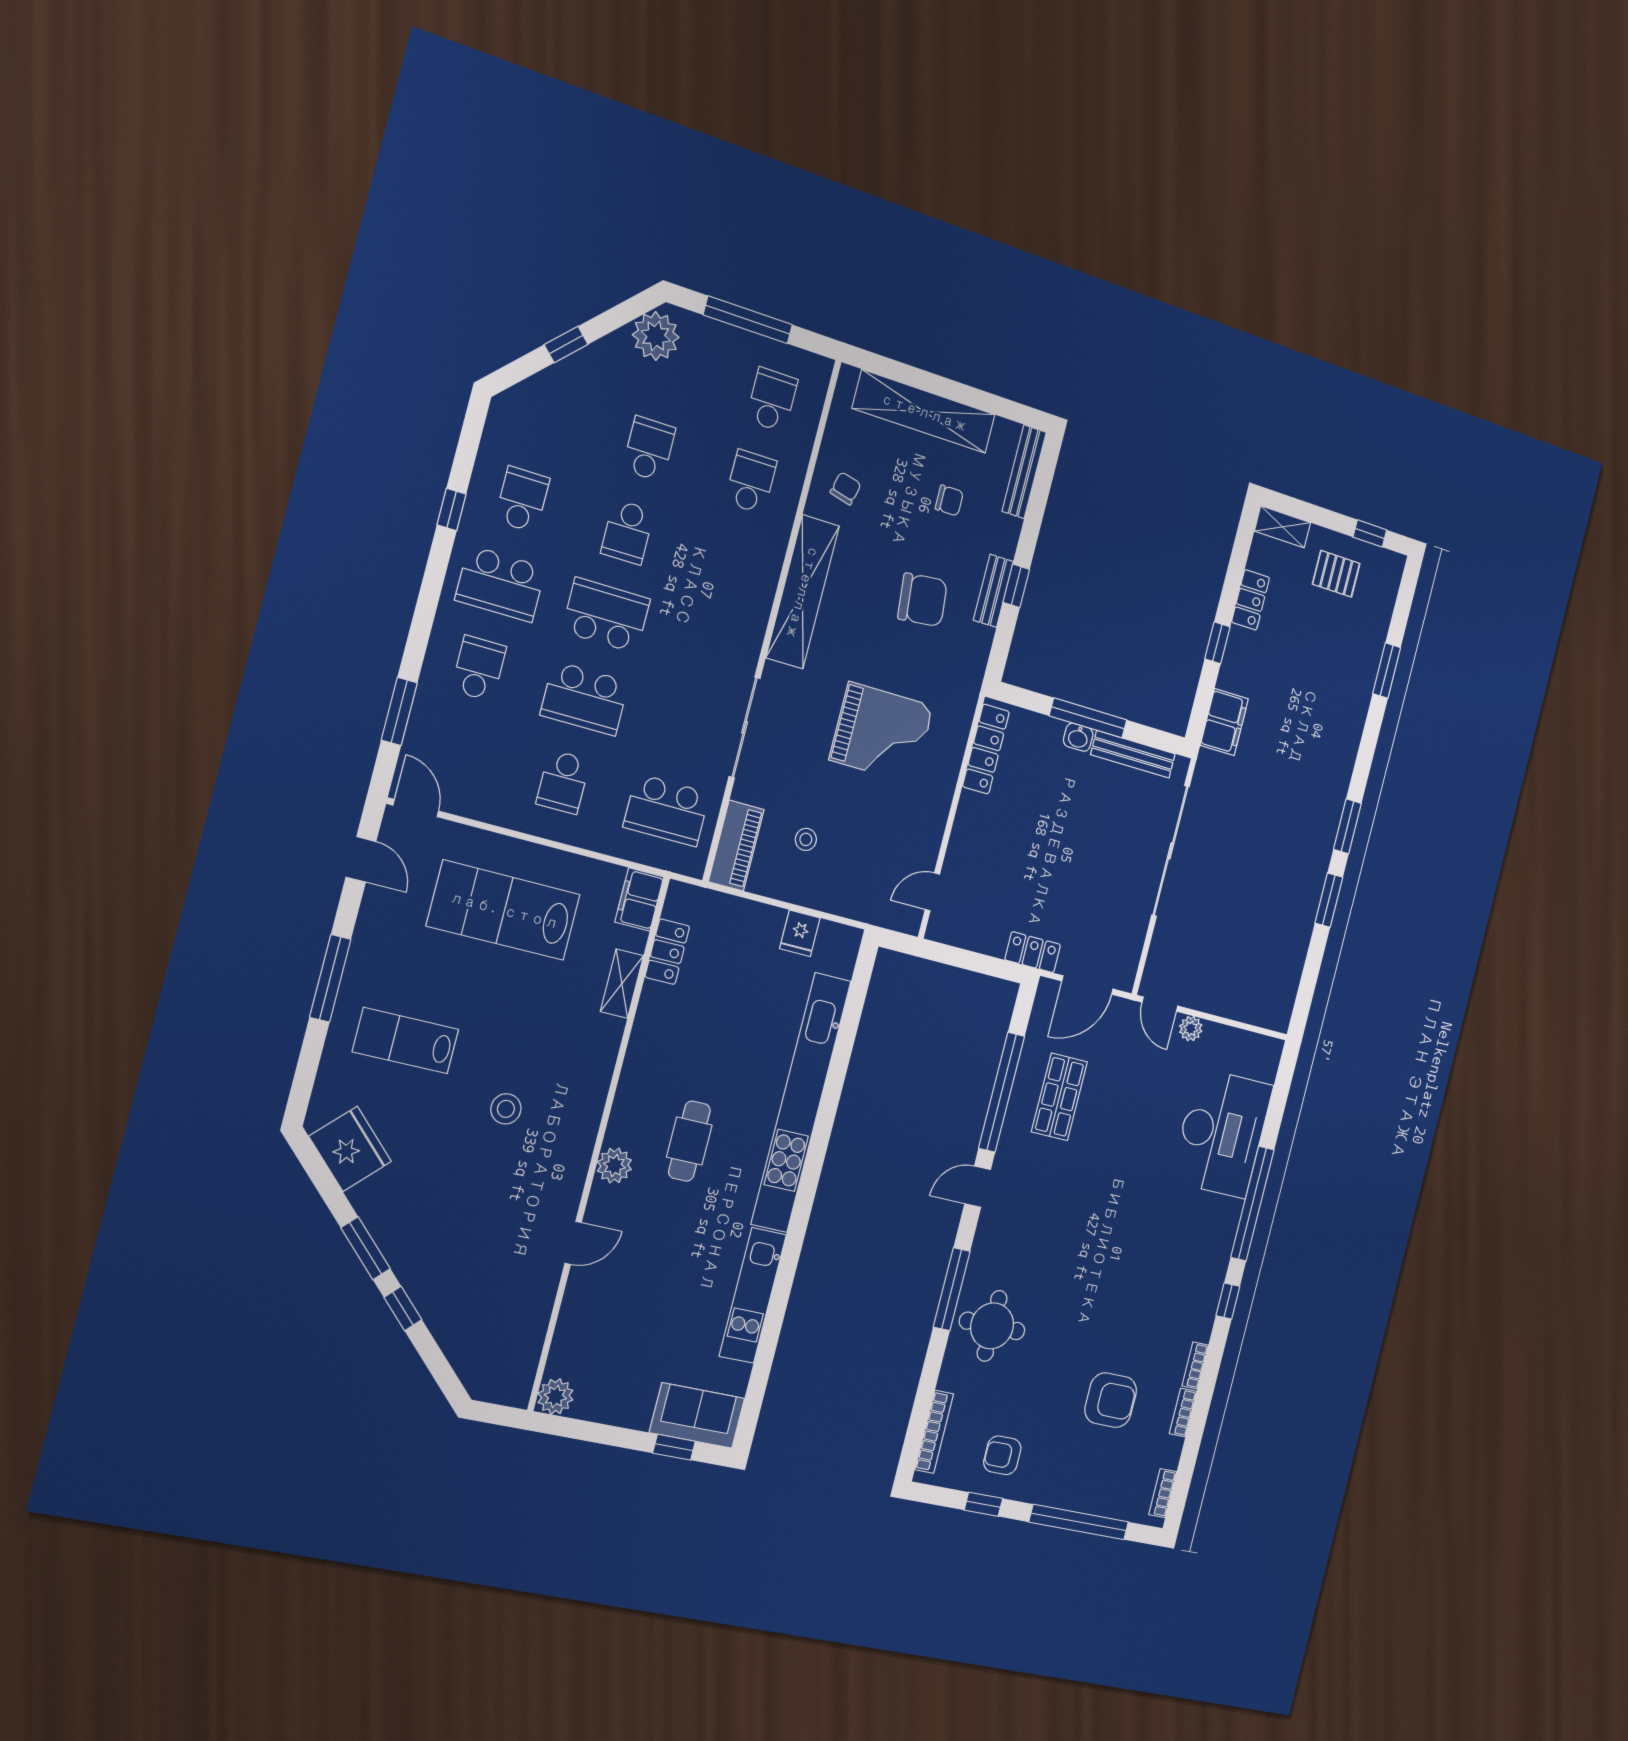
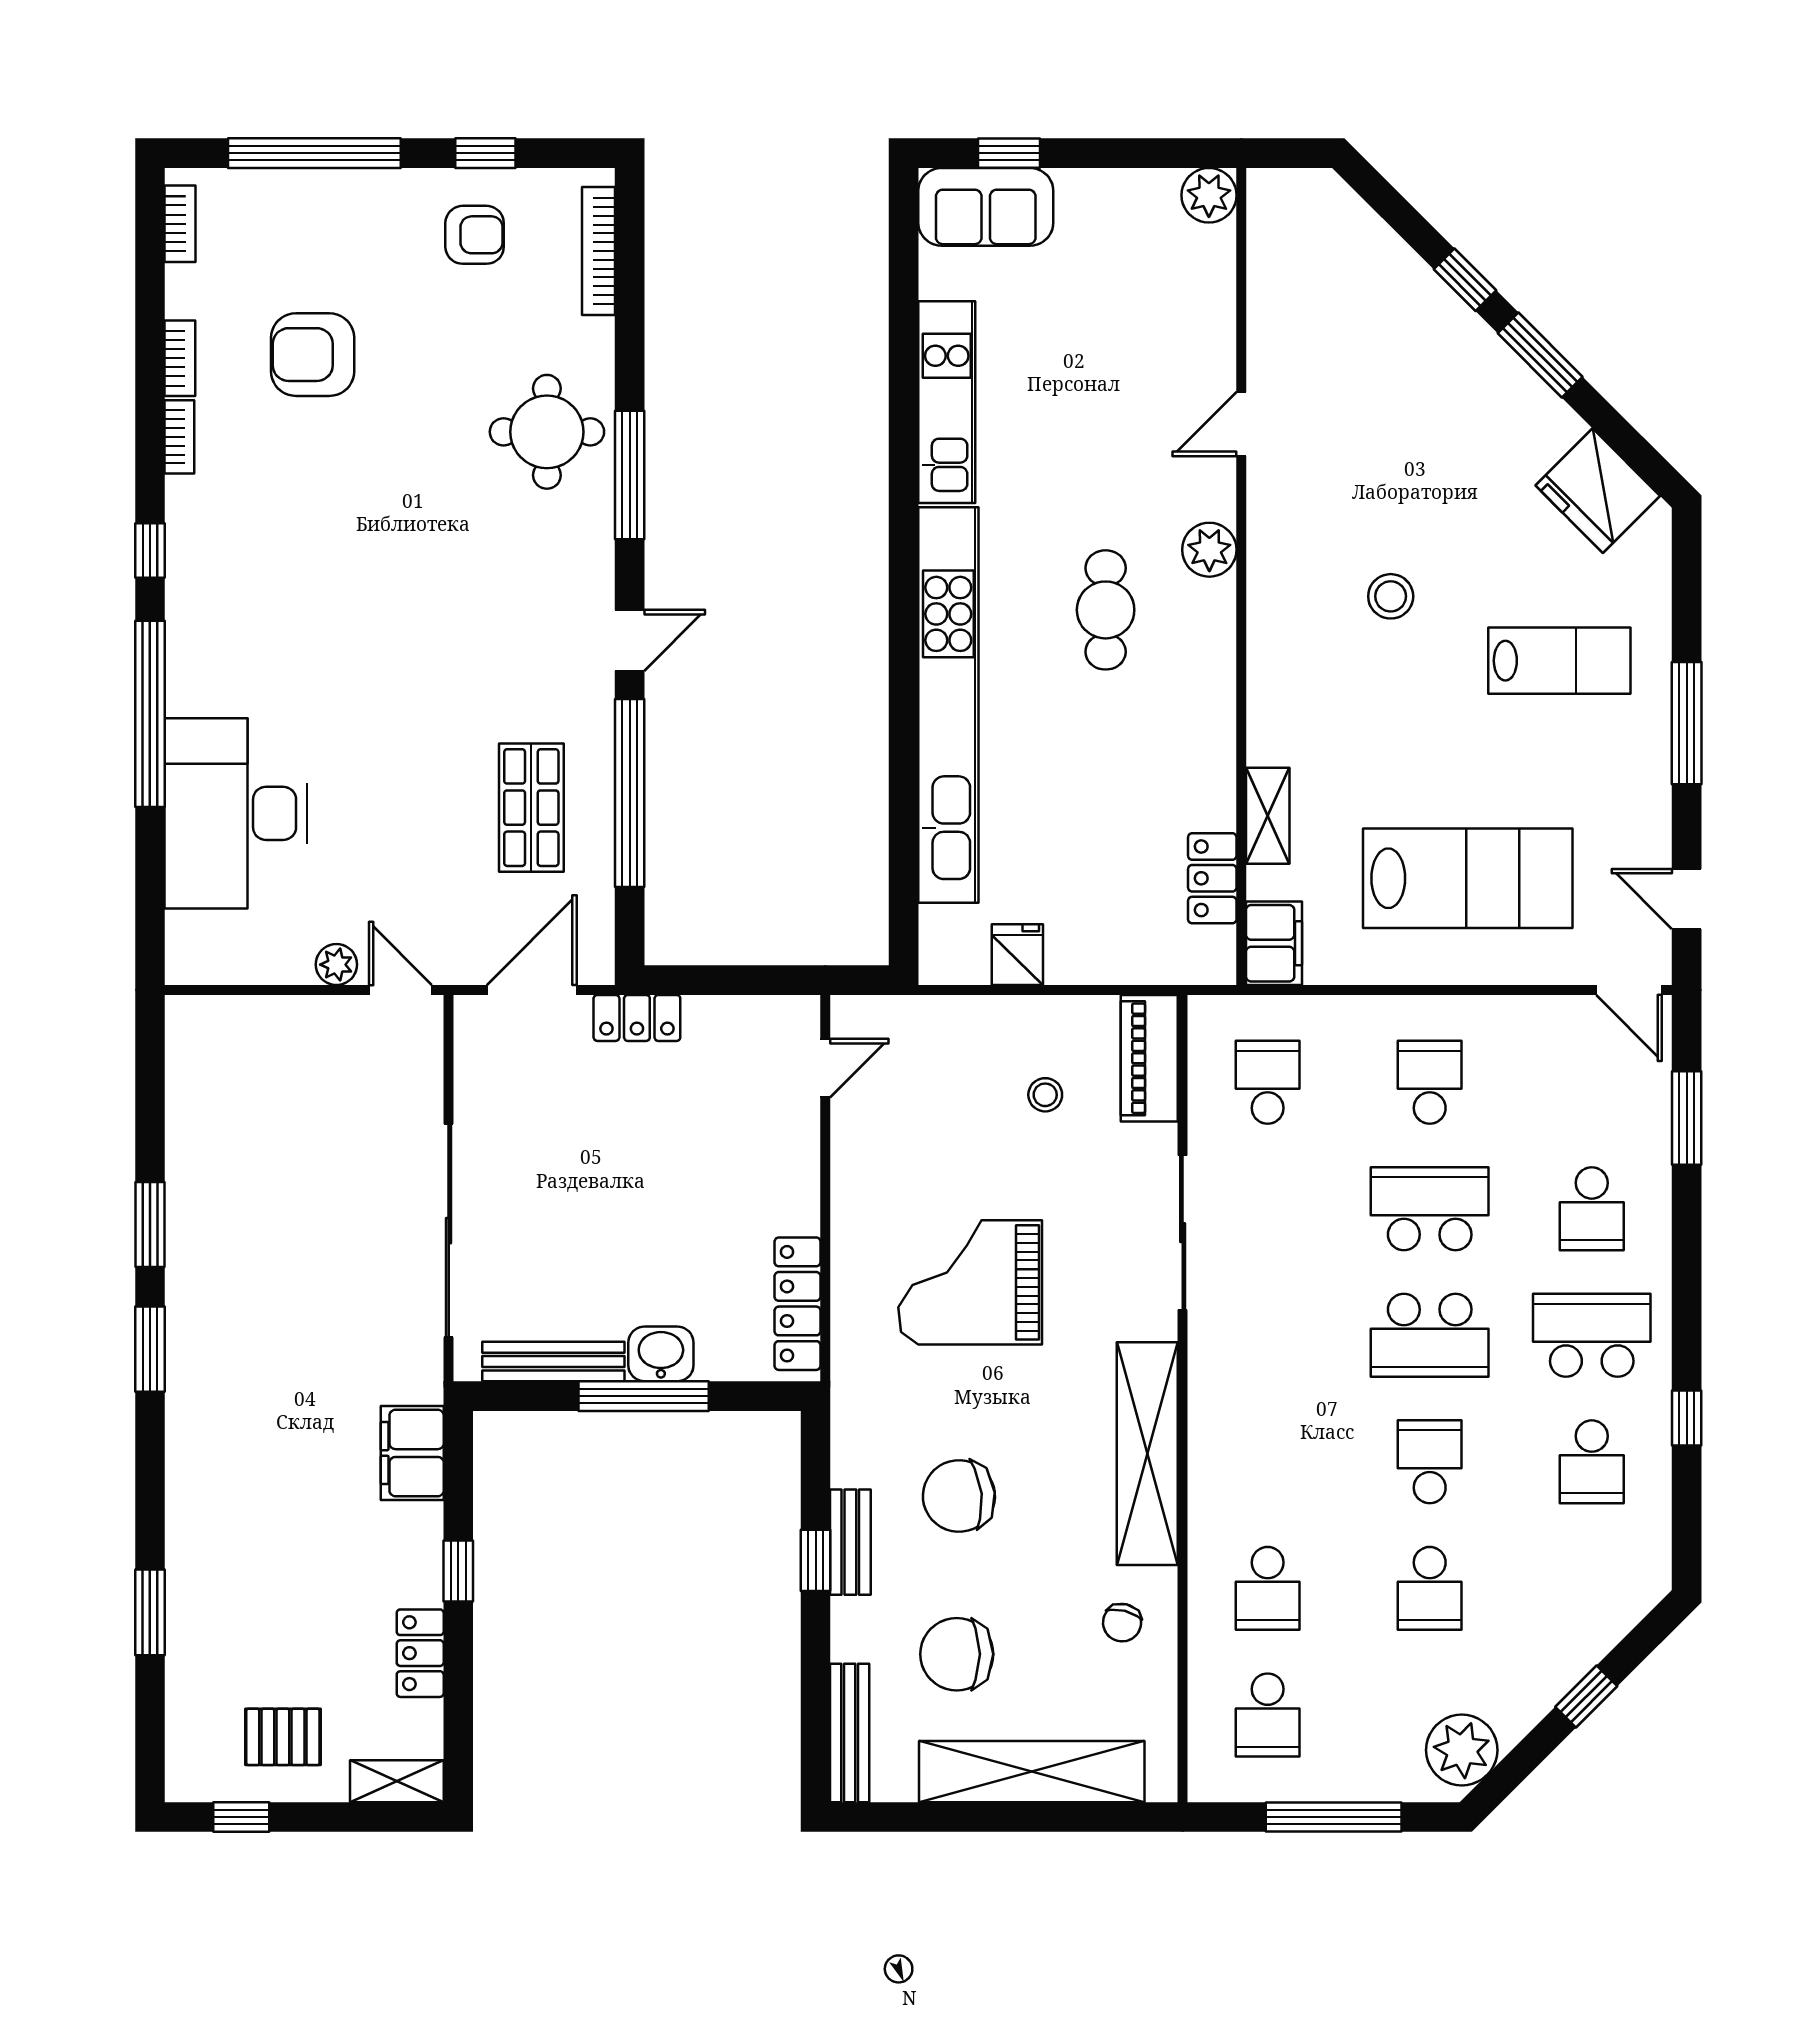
chair: (949, 500) -> (957, 1654), width x1.87, depth x1.87
washbasin: (1078, 737) -> (661, 1354), width x1.38, depth x1.45
school desk: (667, 810) -> (1268, 1082), width x0.54

